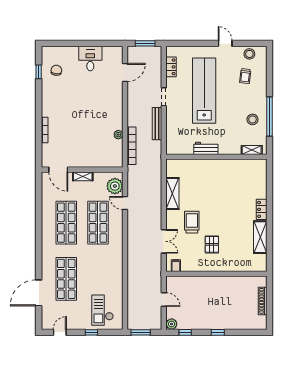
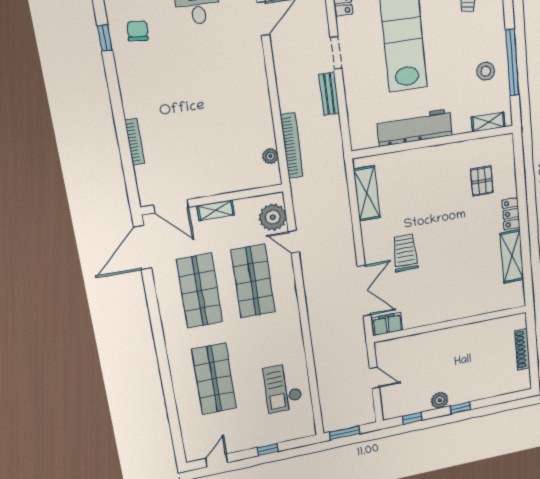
bench: (157, 124) -> (329, 94), width x0.73
plant: (118, 135) -> (270, 156), moved
workbench: (206, 148) -> (415, 127), width x1.88, depth x1.32
shelving: (172, 193) -> (367, 193), moved
double door: (164, 241) -> (364, 291), width x1.37
pallet: (212, 244) -> (482, 181), moved
filing cabinet: (176, 266) -> (387, 324), width x2.00
door: (39, 293) -> (143, 248), moved
checkout: (103, 310) -> (283, 388), moved
plant: (172, 324) -> (440, 400), moved

